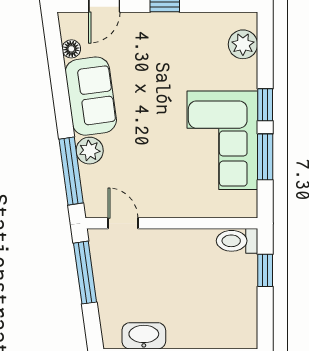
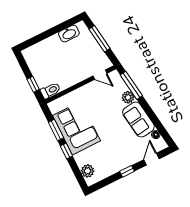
window: (85, 273) -> (99, 39), moved

